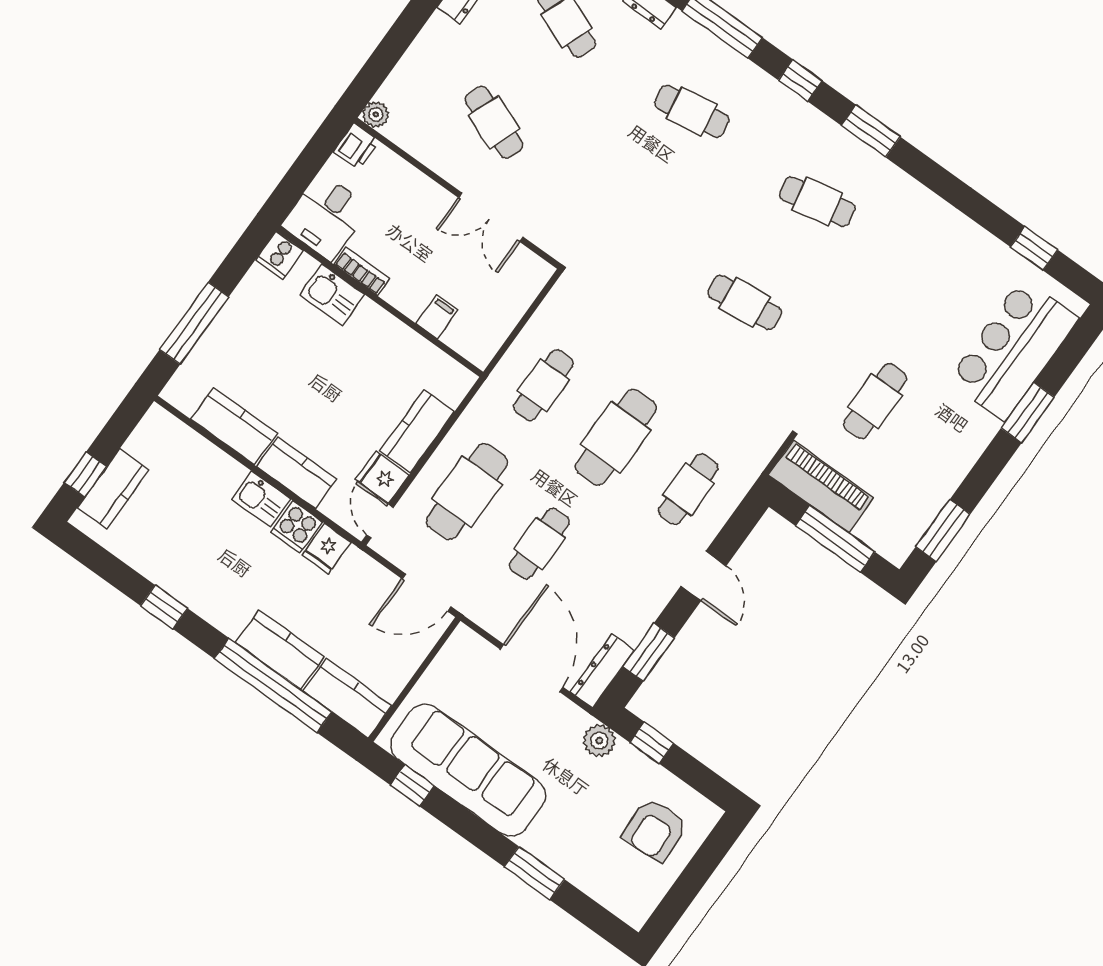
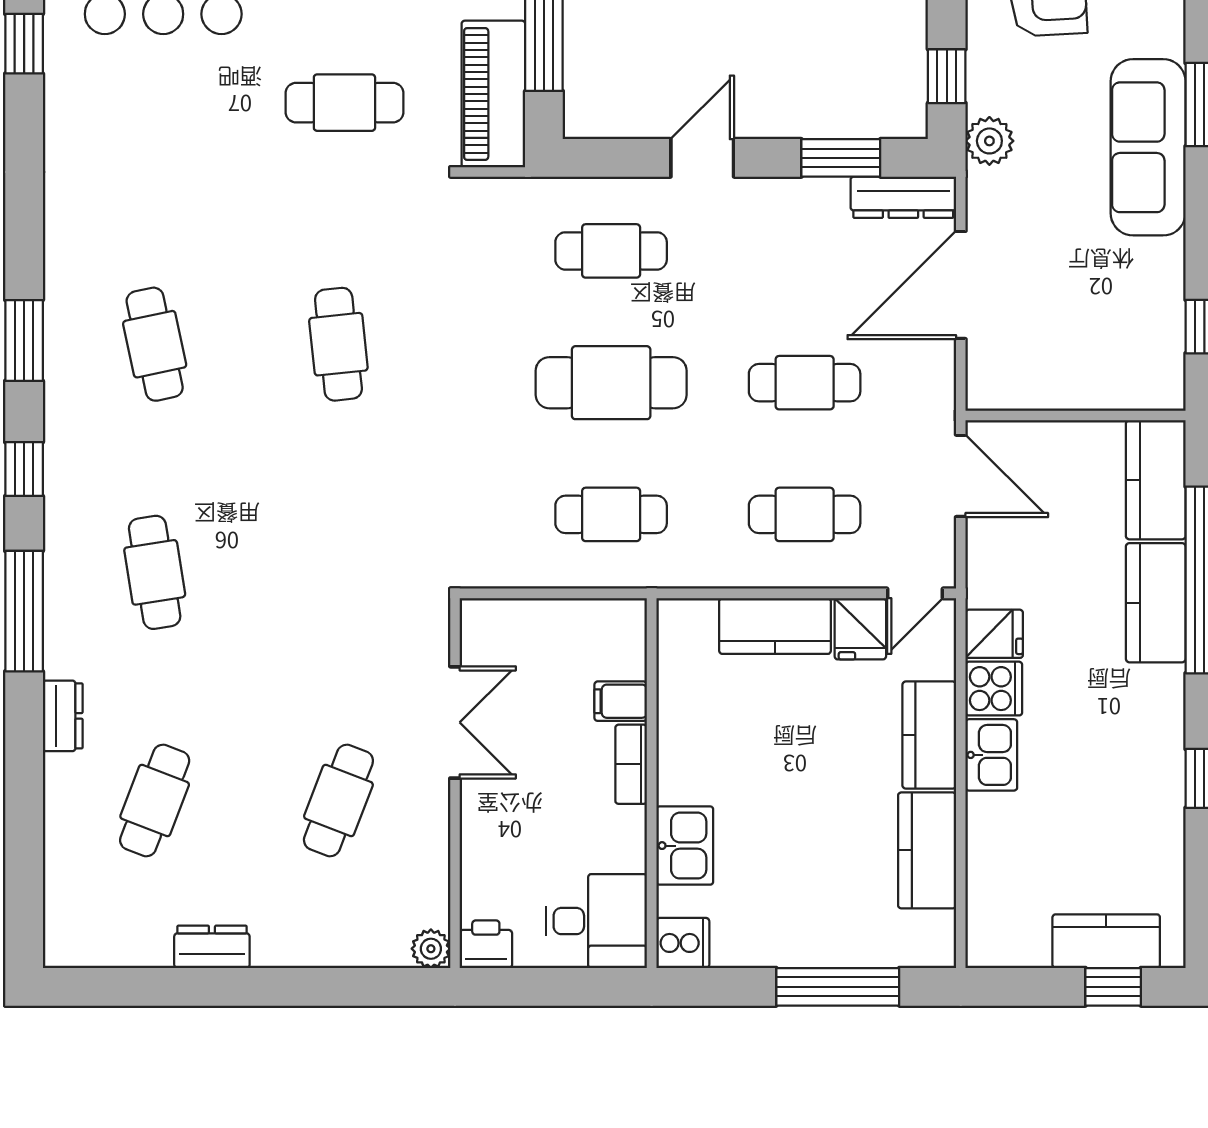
bookcase: (362, 271) -> (631, 764), moved
cafe table: (467, 492) -> (805, 514), width x0.73, depth x0.74
sofa: (468, 770) -> (1148, 147), moved, width x0.74, depth x0.79

